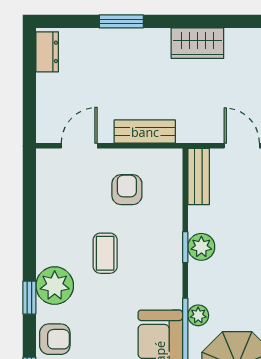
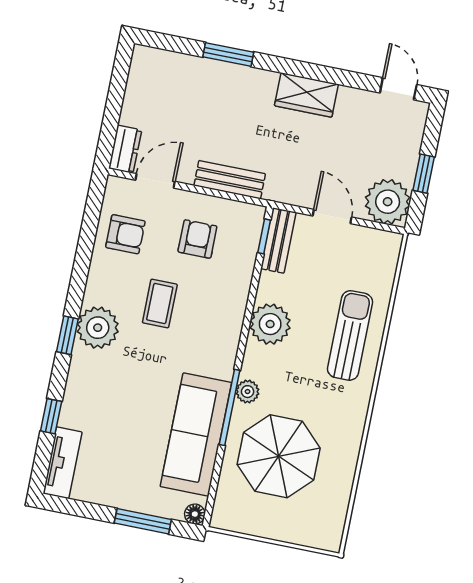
dresser: (47, 52) -> (125, 149), moved
window: (185, 247) -> (264, 236), moved
plant: (201, 247) -> (270, 324), width x1.36, depth x1.36
armchair: (55, 339) -> (125, 234), moved

